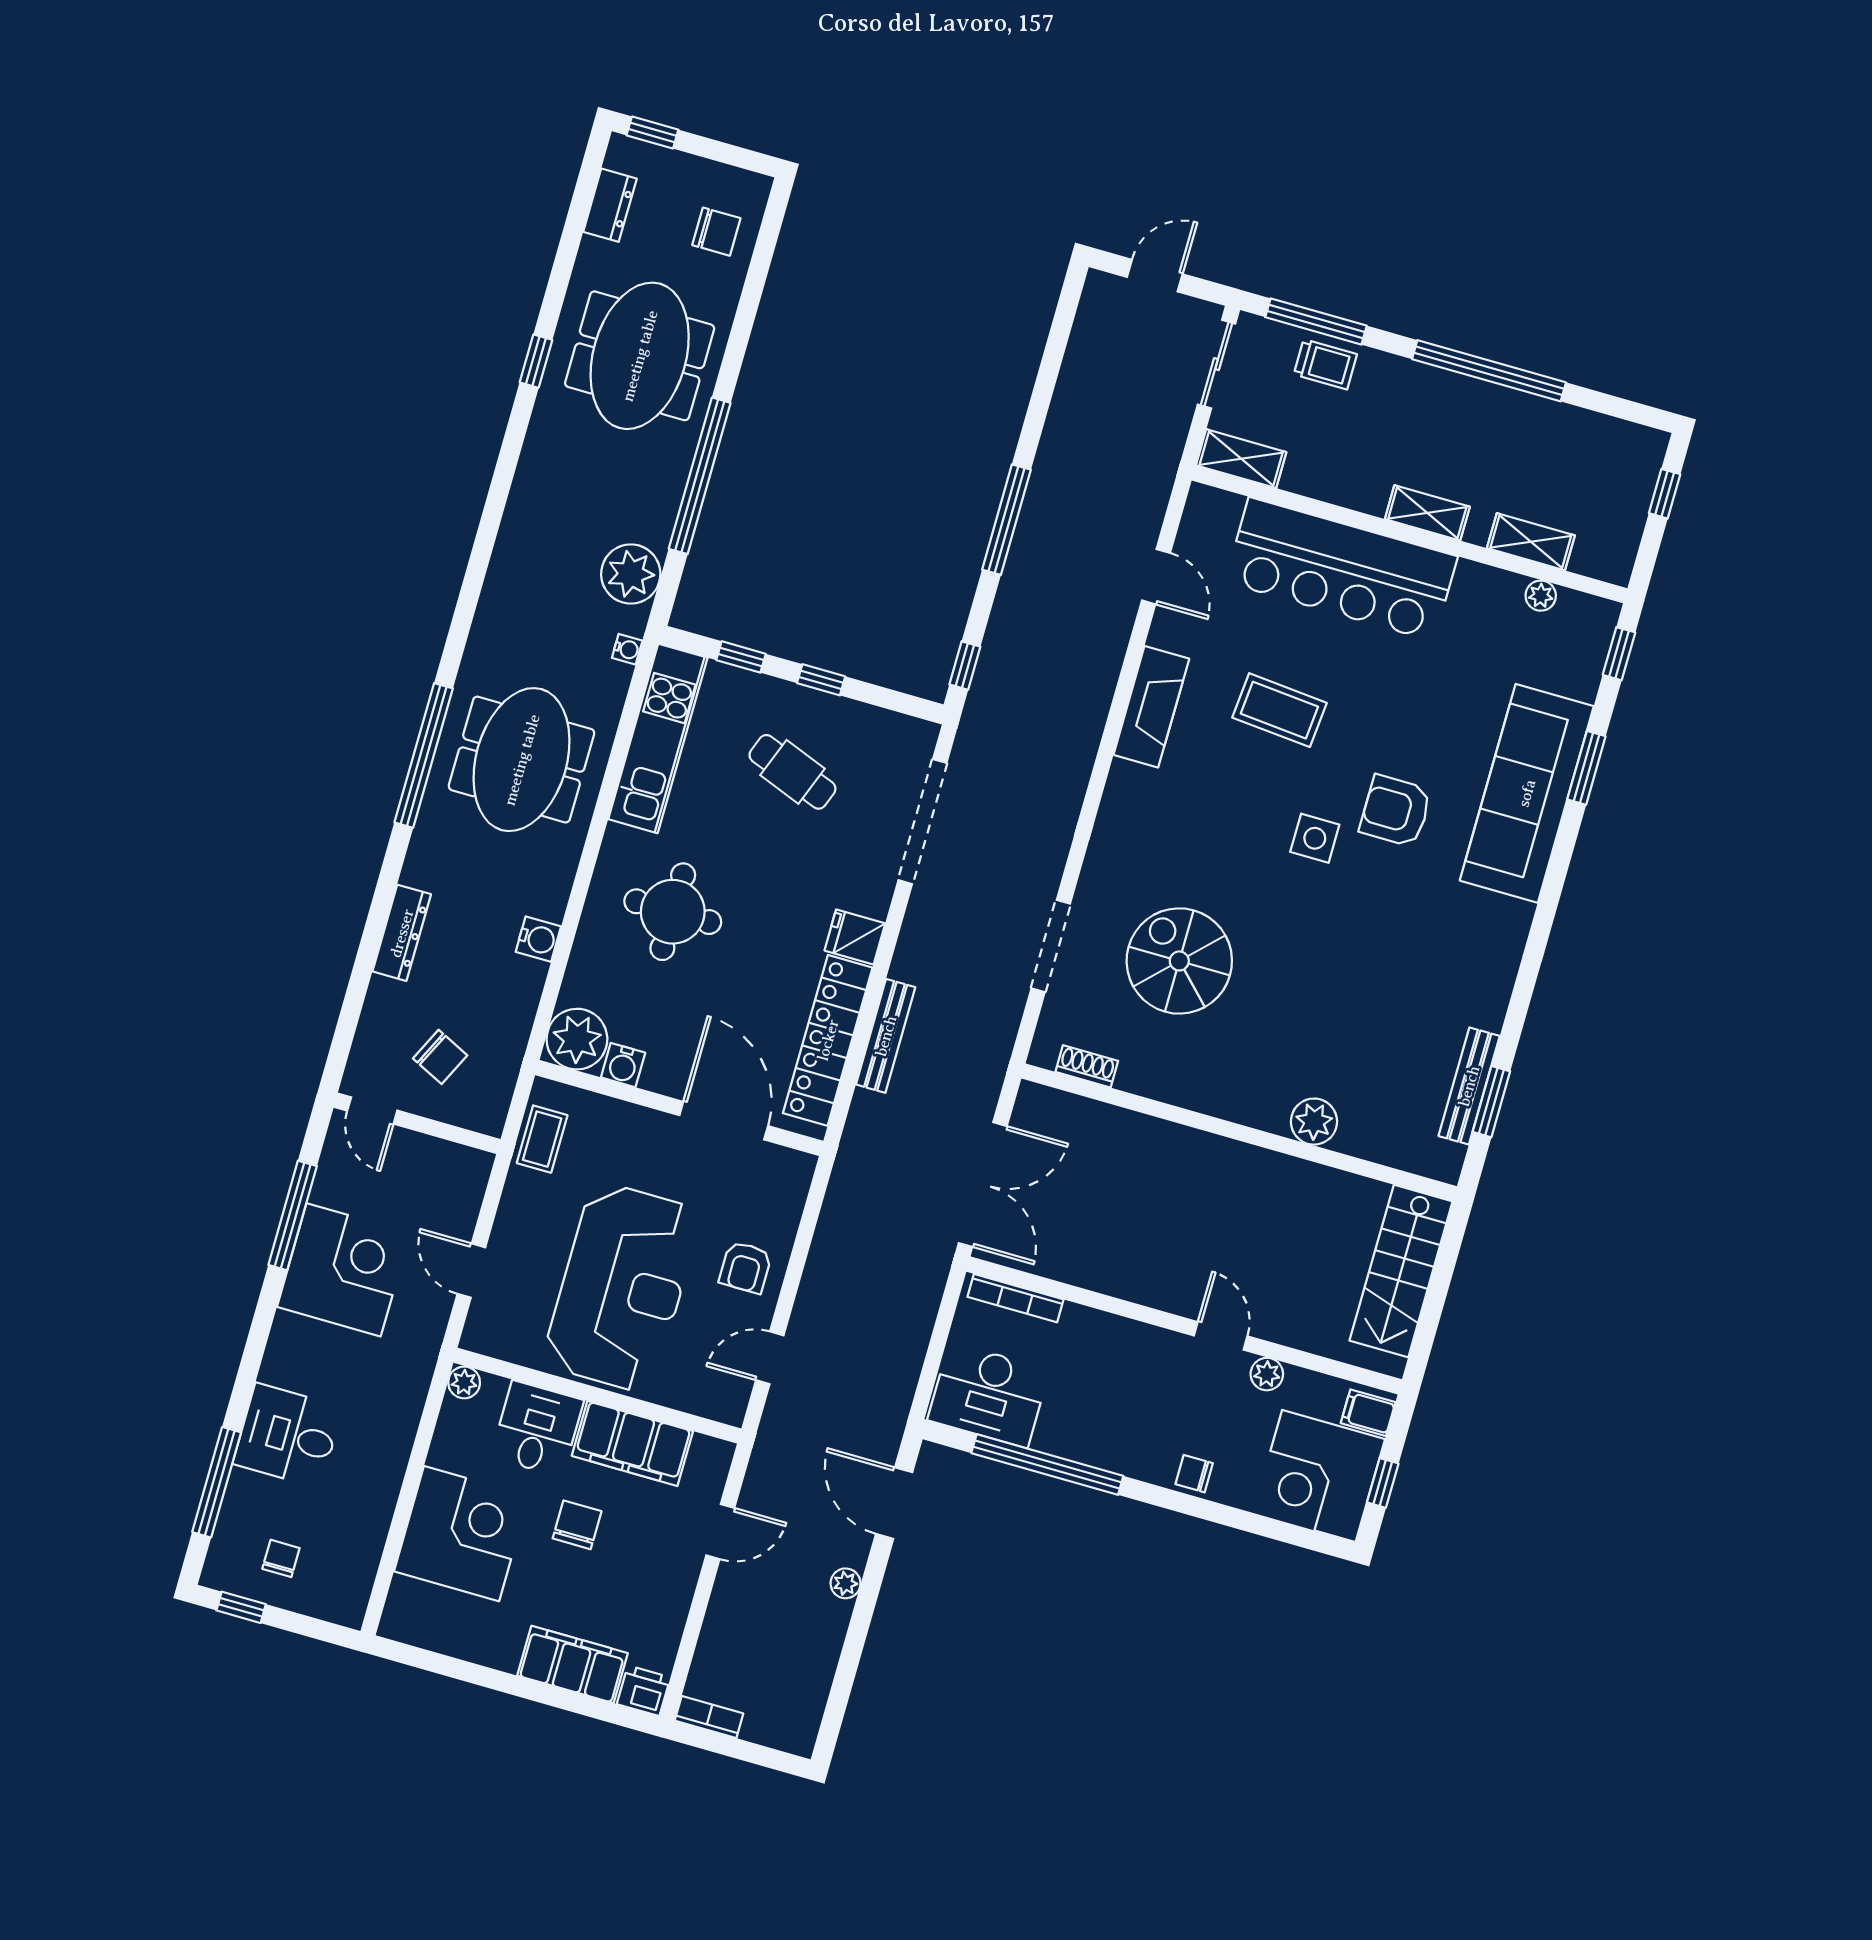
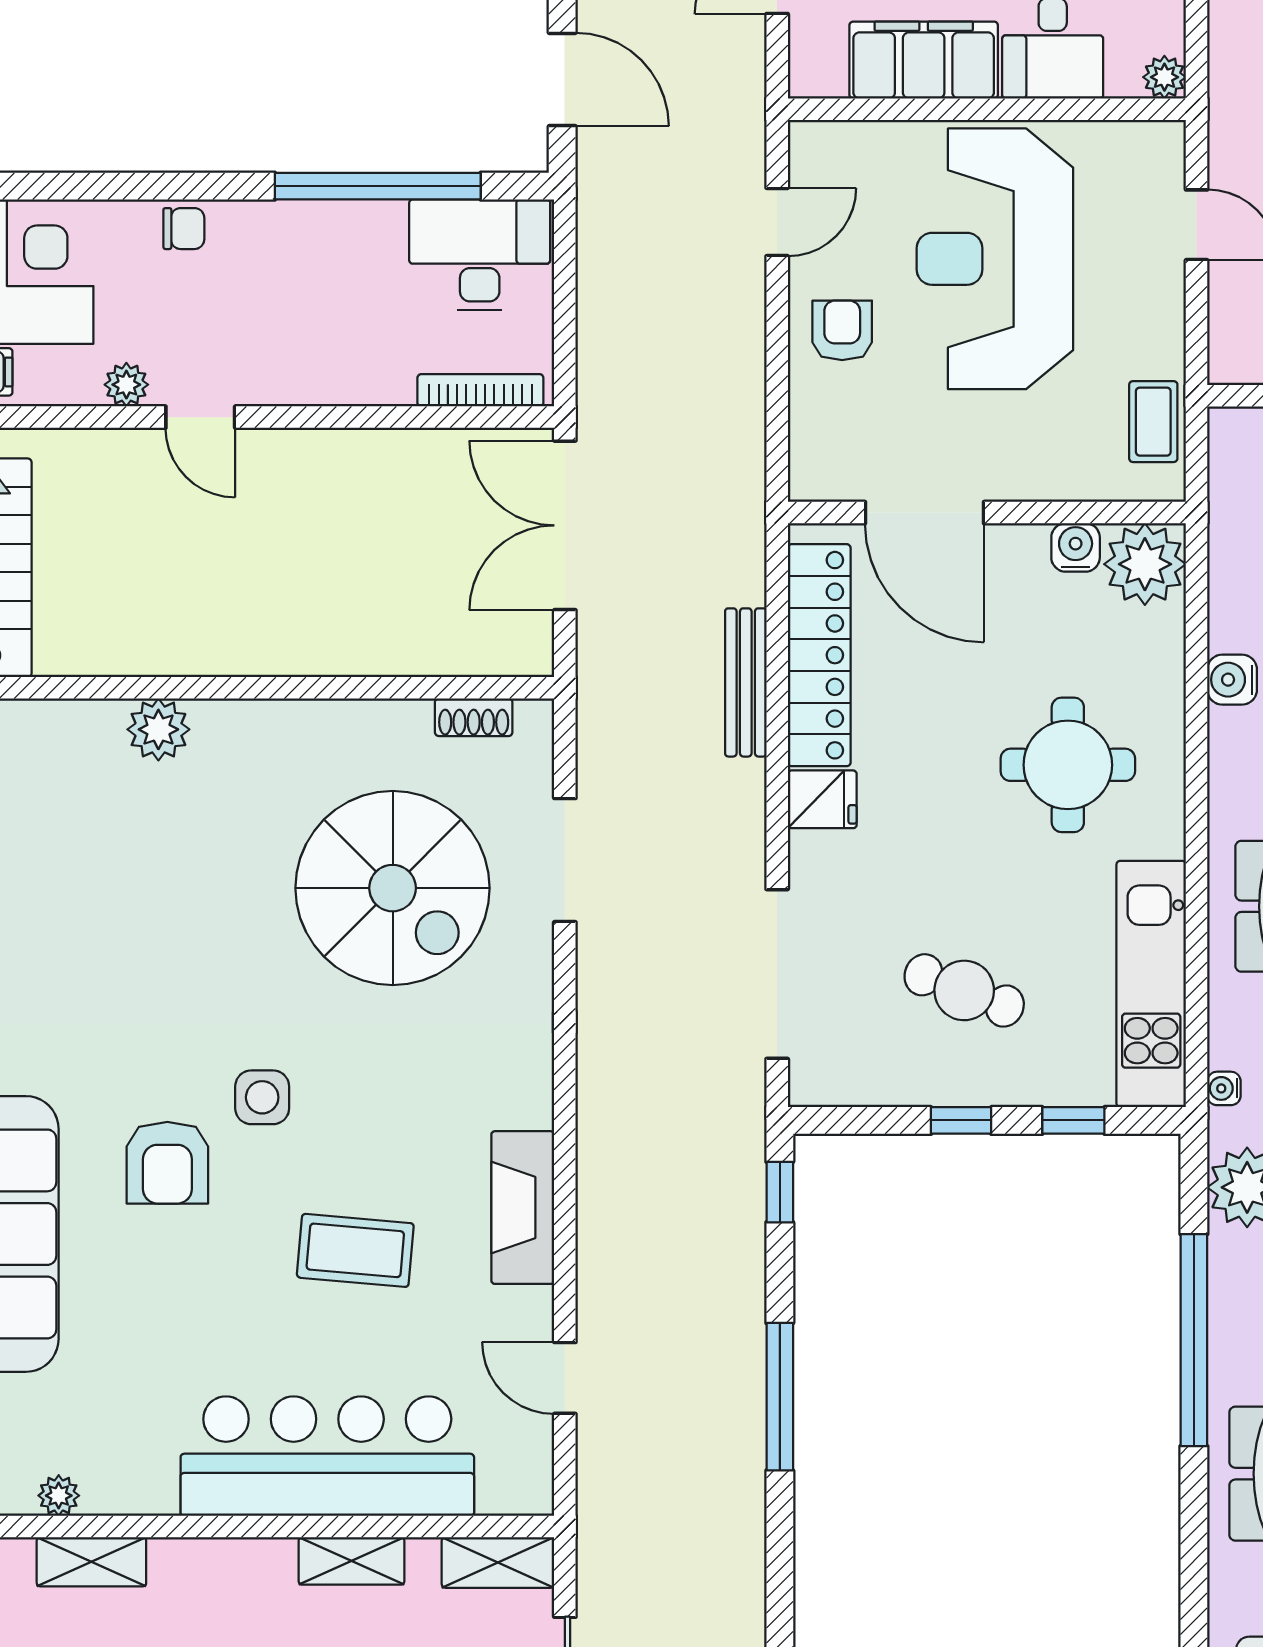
shelving: (1427, 513) -> (352, 1561), moved
armchair: (1396, 811) -> (167, 1163), turned 90
spiral stairs: (1179, 961) -> (393, 888), width x1.37, depth x1.37

